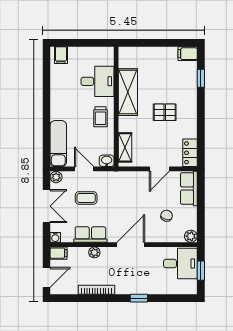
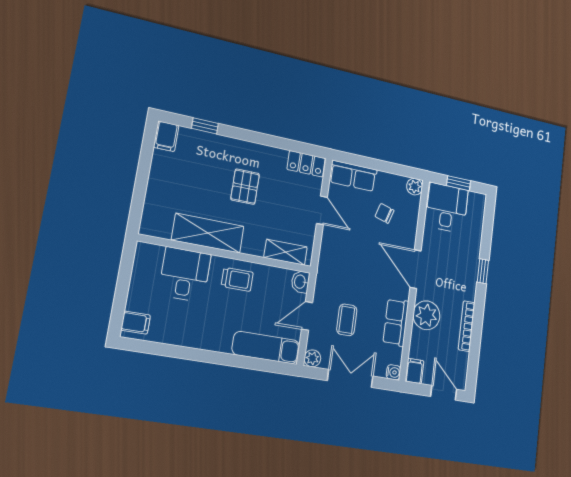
plant: (94, 252) -> (426, 315), width x1.88, depth x1.88

